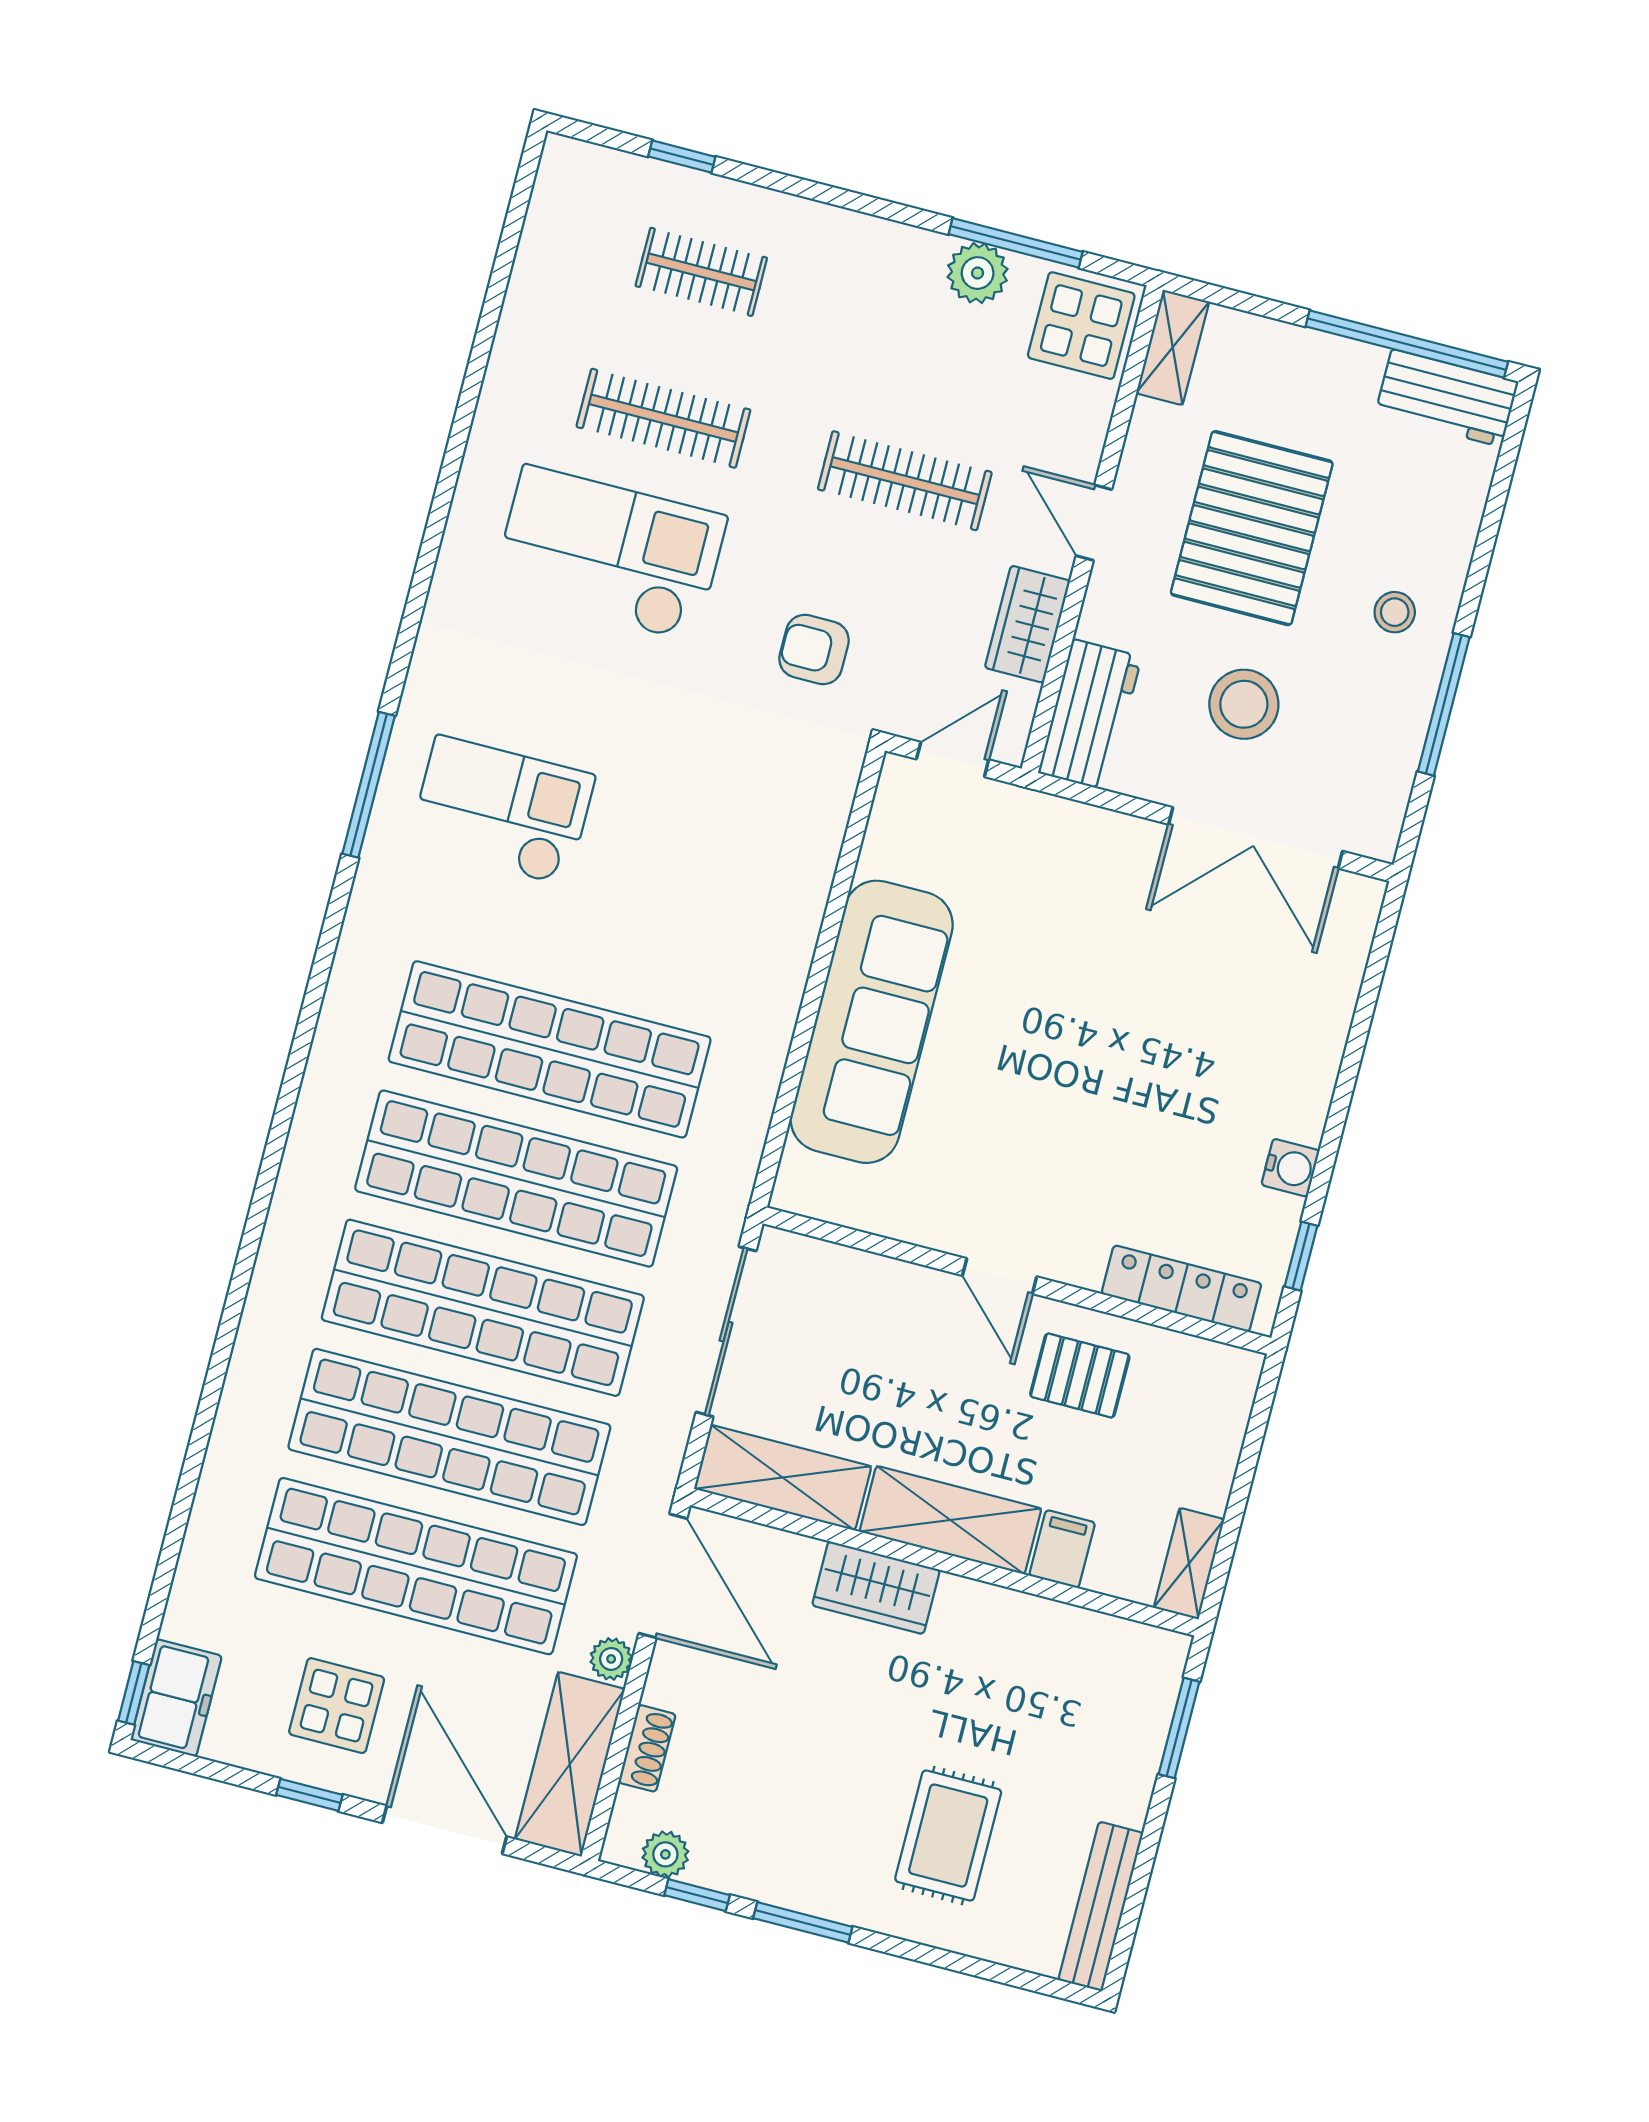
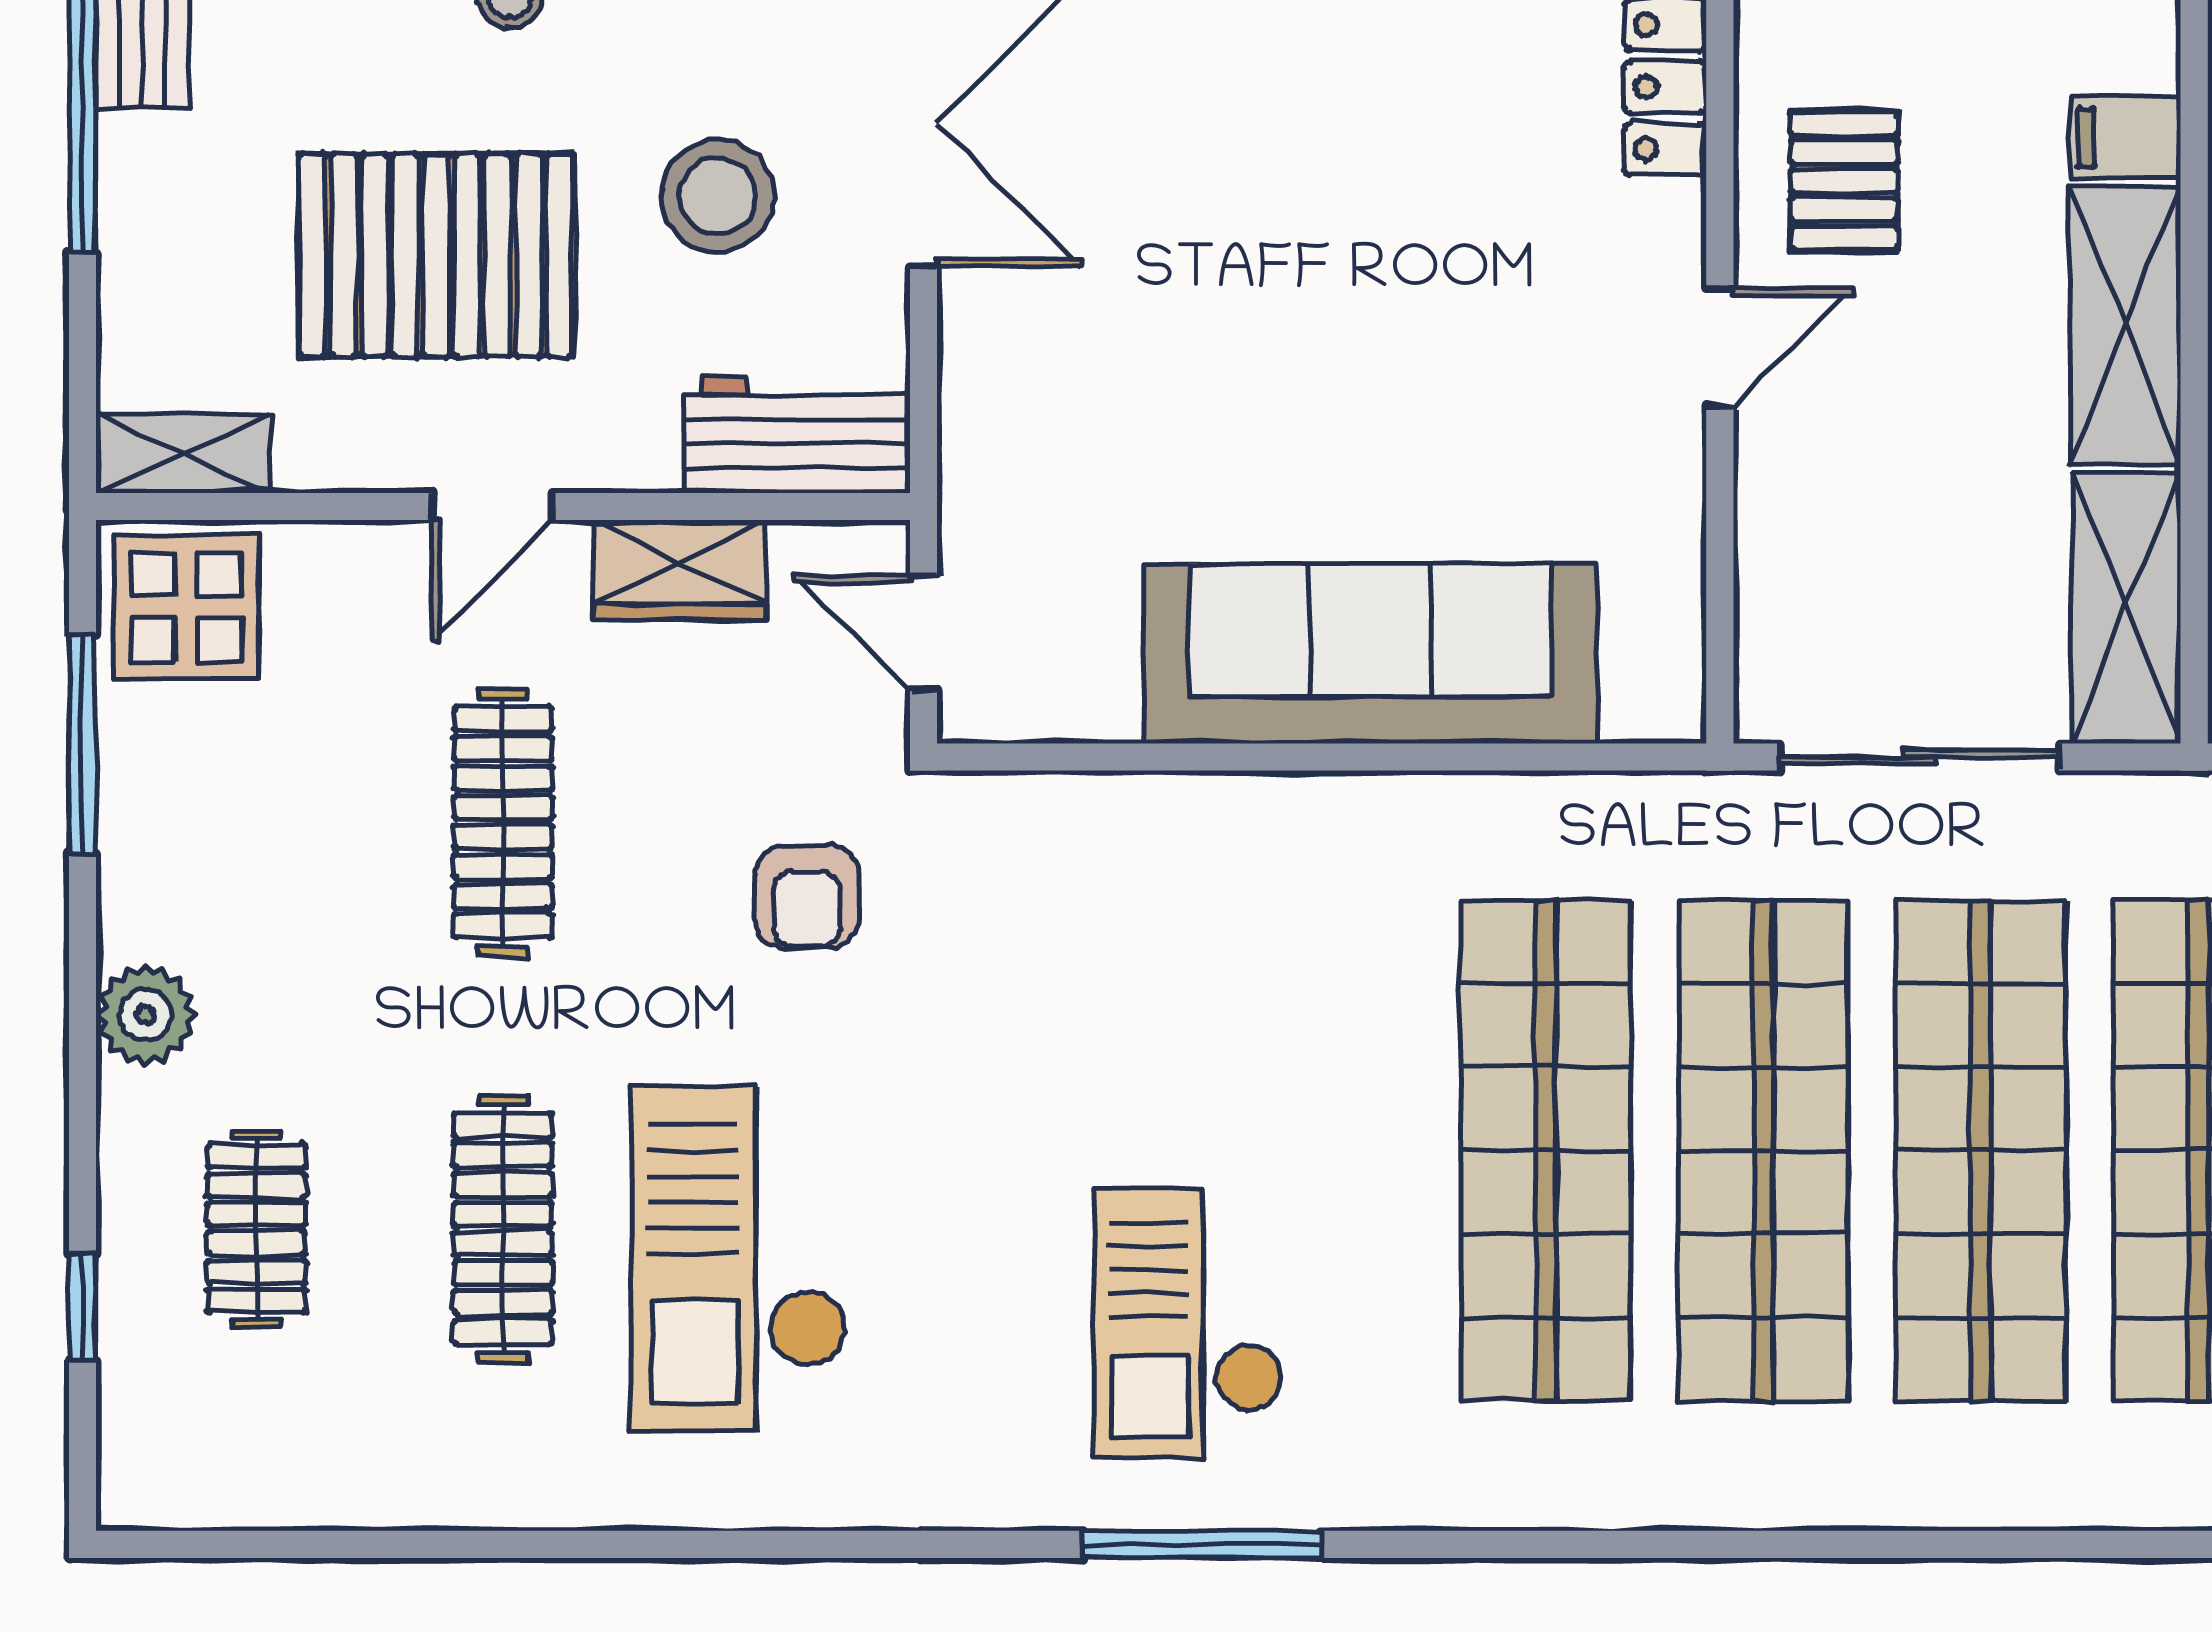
plant: (978, 273) -> (146, 1015), moved

